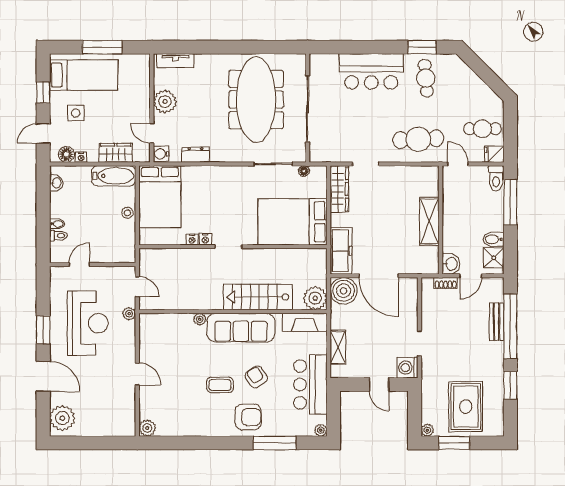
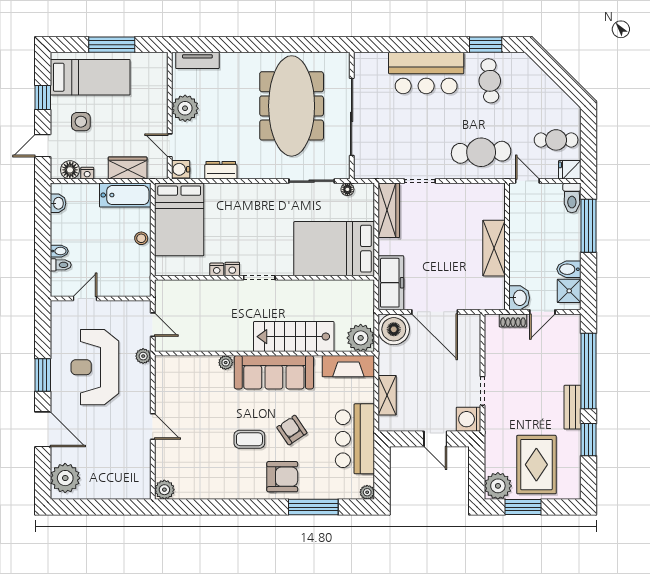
bench: (497, 322) -> (573, 407), moved
reception desk: (88, 323) -> (95, 367), turned 180
plant: (427, 430) -> (498, 486), width x1.88, depth x1.88

